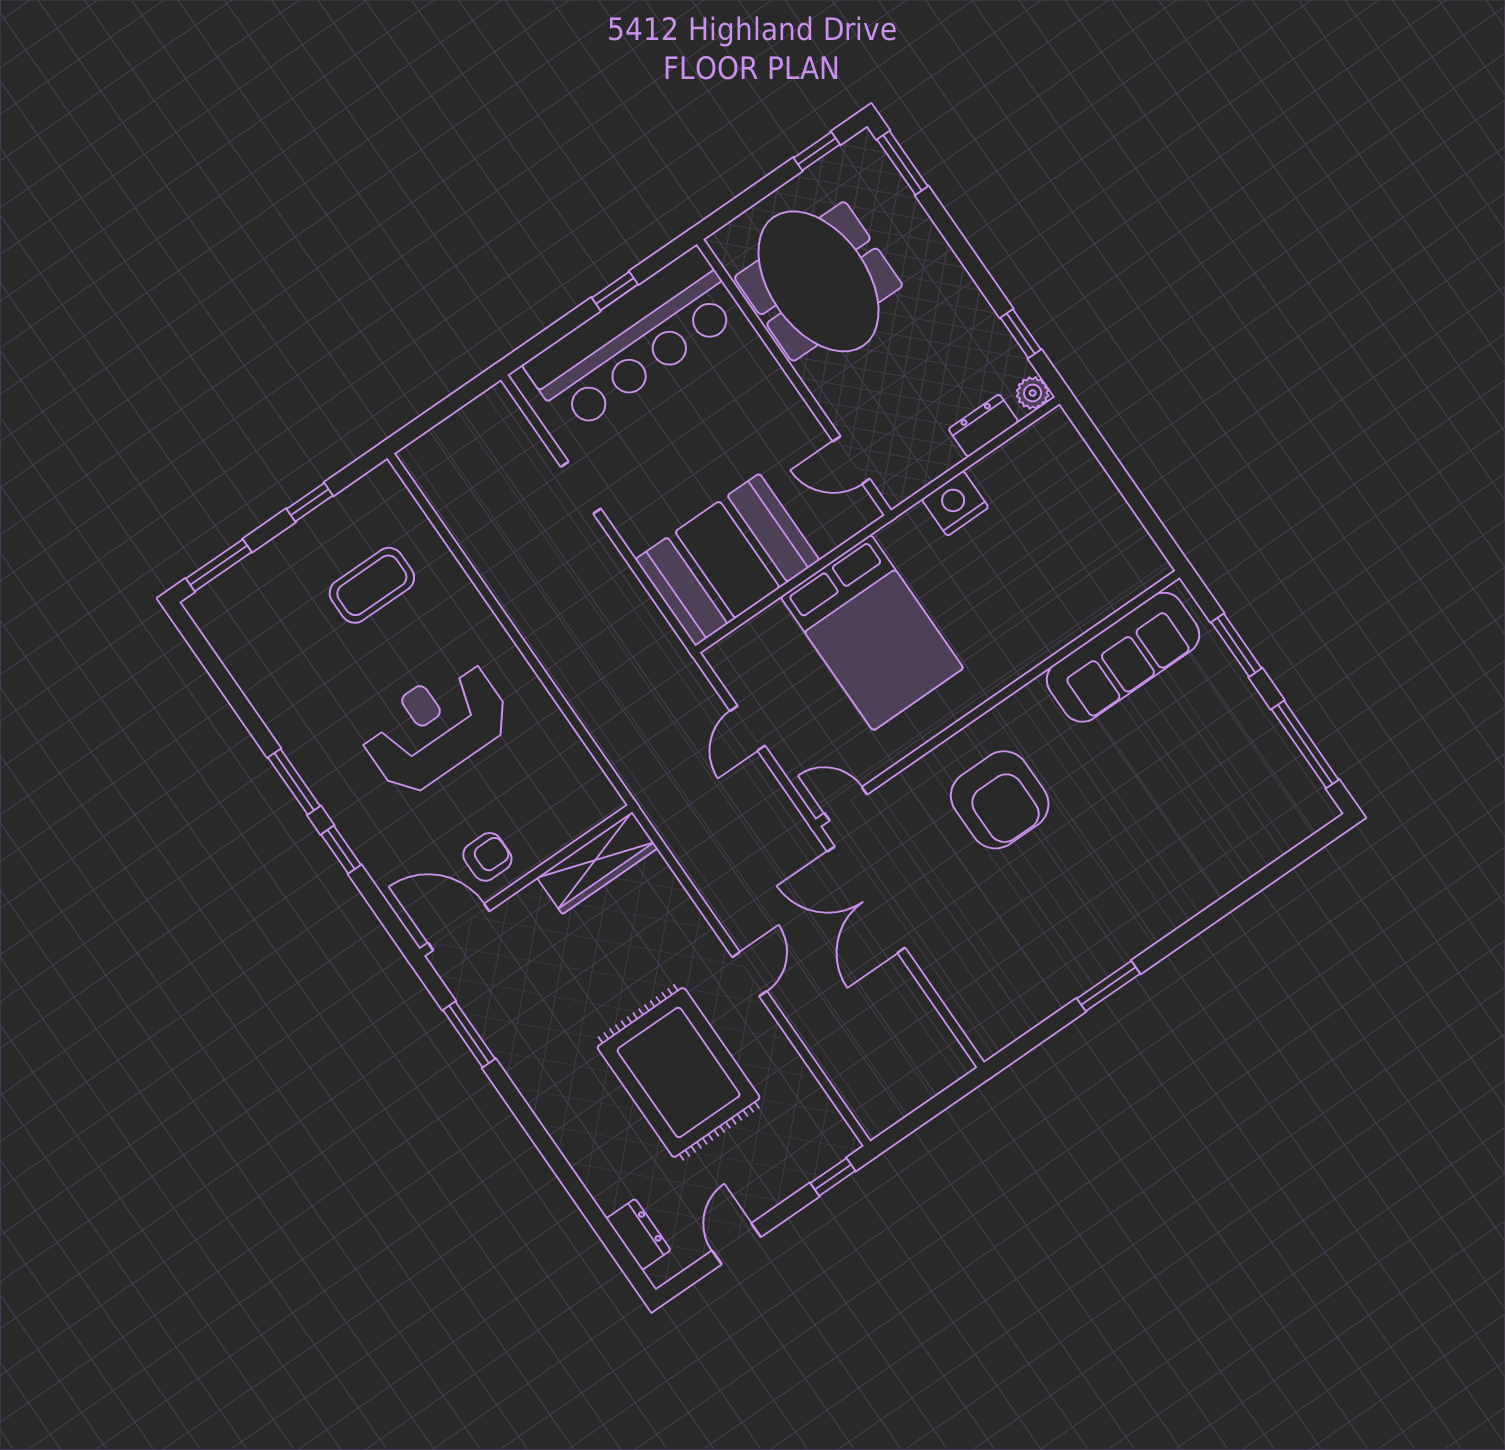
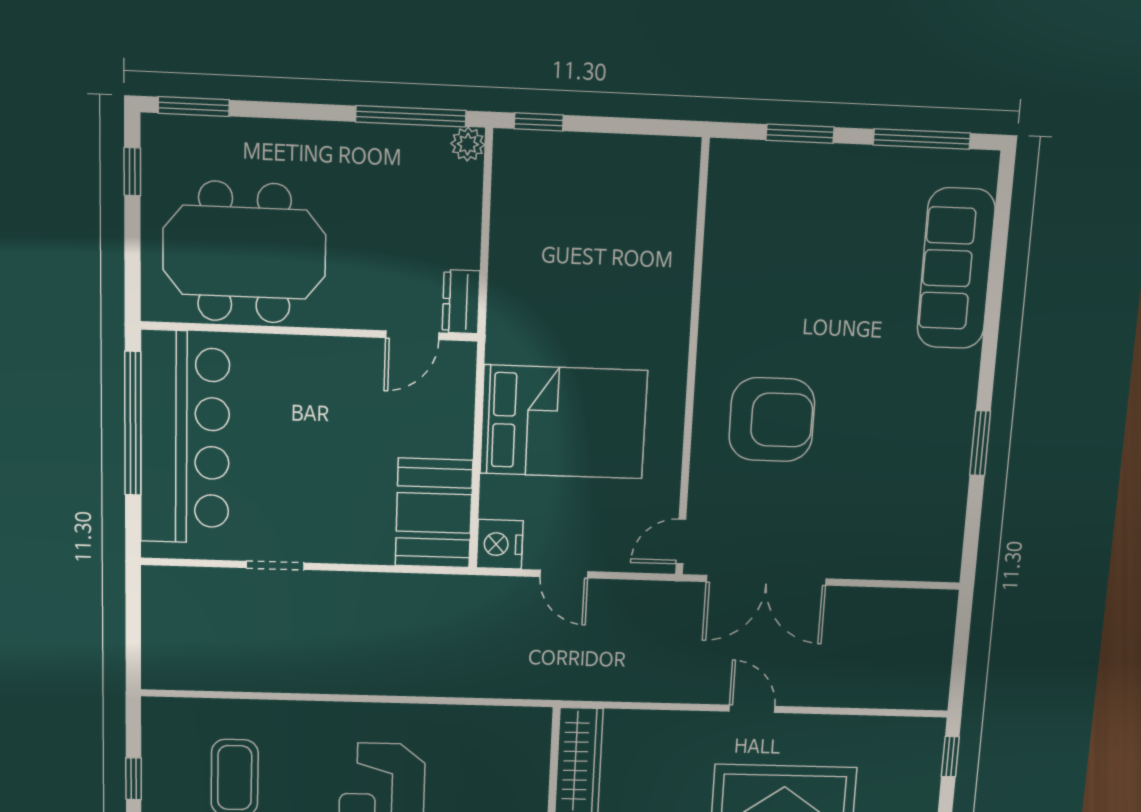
window: (615, 291) -> (133, 424), width x3.17
window: (1021, 334) -> (411, 116), width x2.17
dresser: (983, 426) -> (461, 302), moved
window: (1091, 435) -> (539, 122), added
nightstand: (955, 503) -> (500, 544), moved
booth: (727, 560) -> (434, 513), width x0.73, depth x0.70
sofa: (1123, 657) -> (956, 269), moved, turned 180

